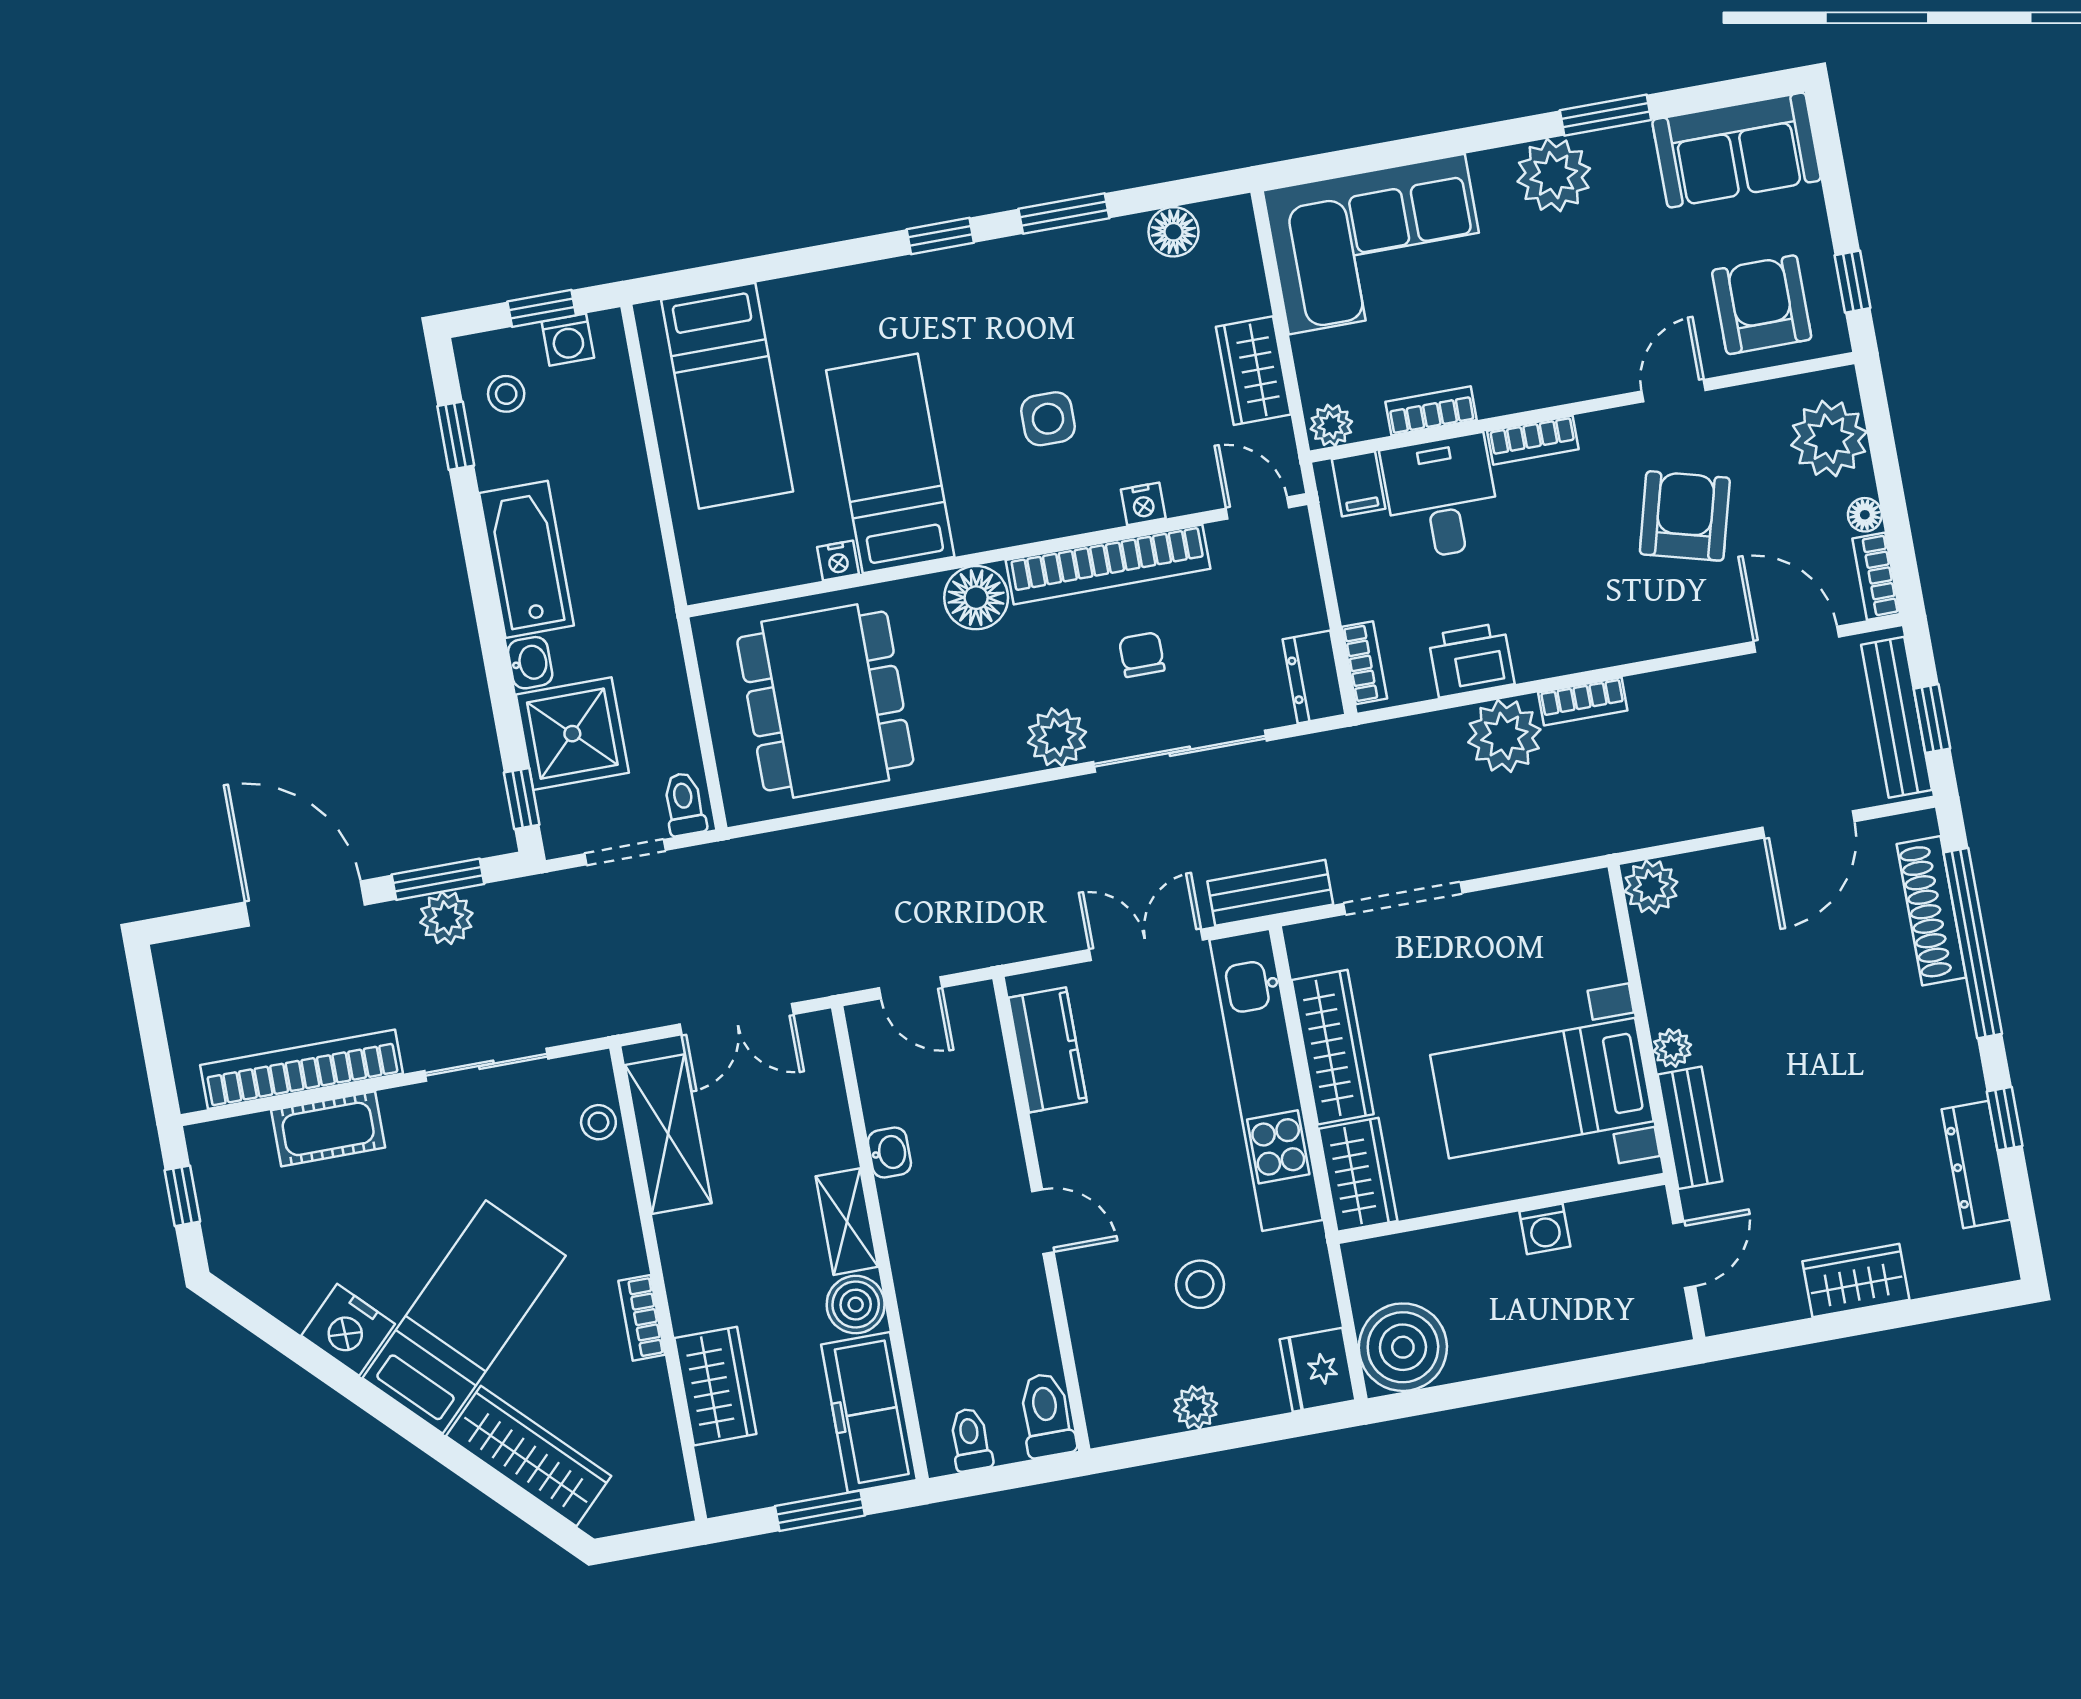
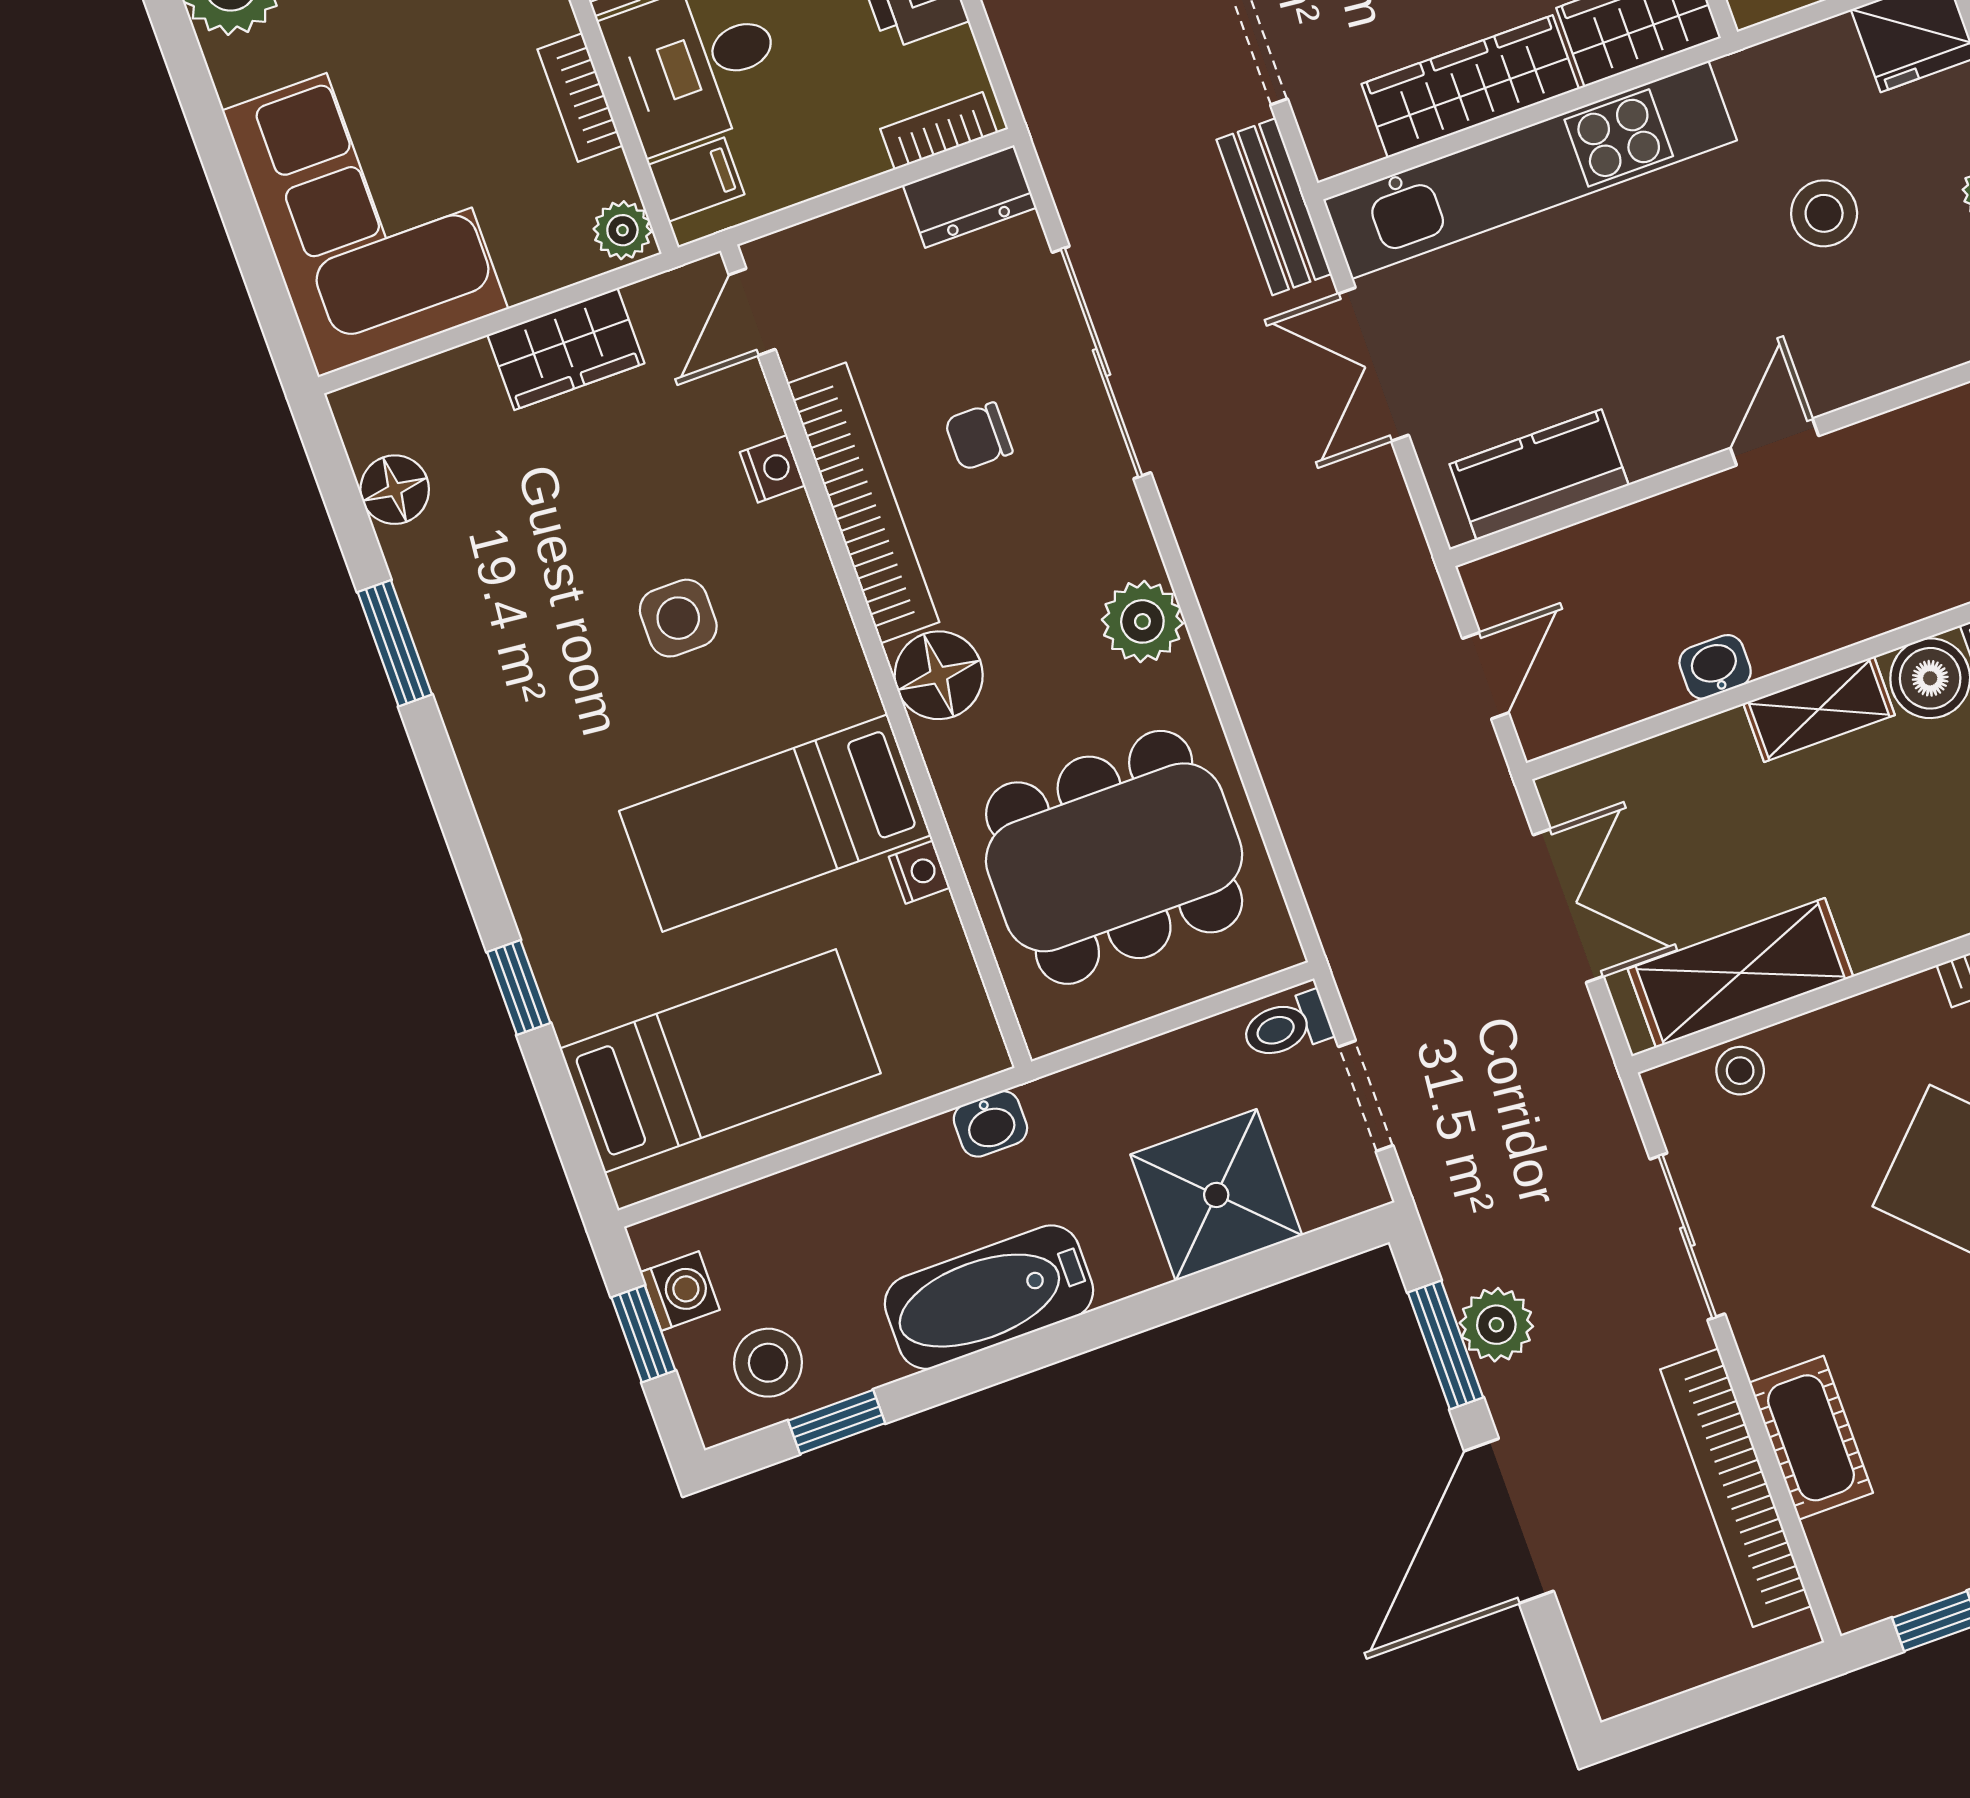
window: (940, 236) -> (519, 988), moved
stool: (506, 394) -> (768, 1363), width x1.37, depth x1.37
washbasin: (530, 663) -> (990, 1124), moved, turned 180
plant: (1057, 737) -> (1142, 621), moved
window: (522, 799) -> (1317, 1249), removed

